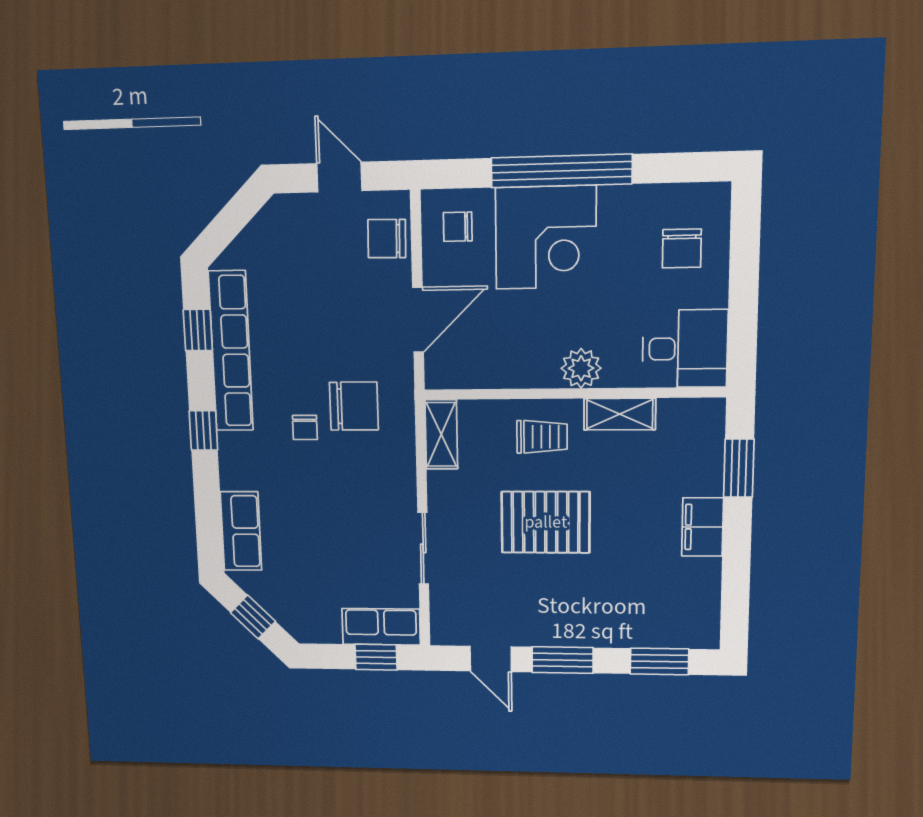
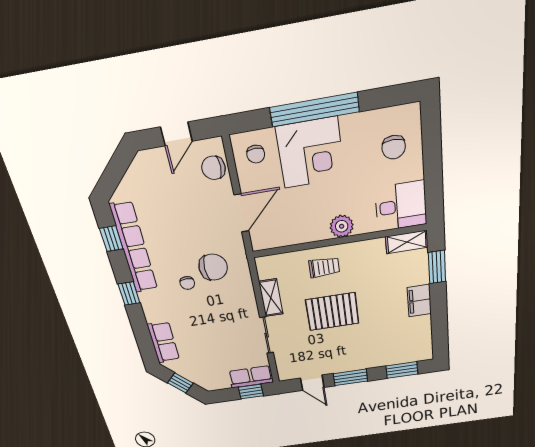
door: (339, 177) -> (176, 134), swing flipped
chair: (458, 227) -> (256, 154), turned -90
shelving: (620, 414) -> (407, 242), moved
shelving: (441, 434) -> (271, 298), moved

